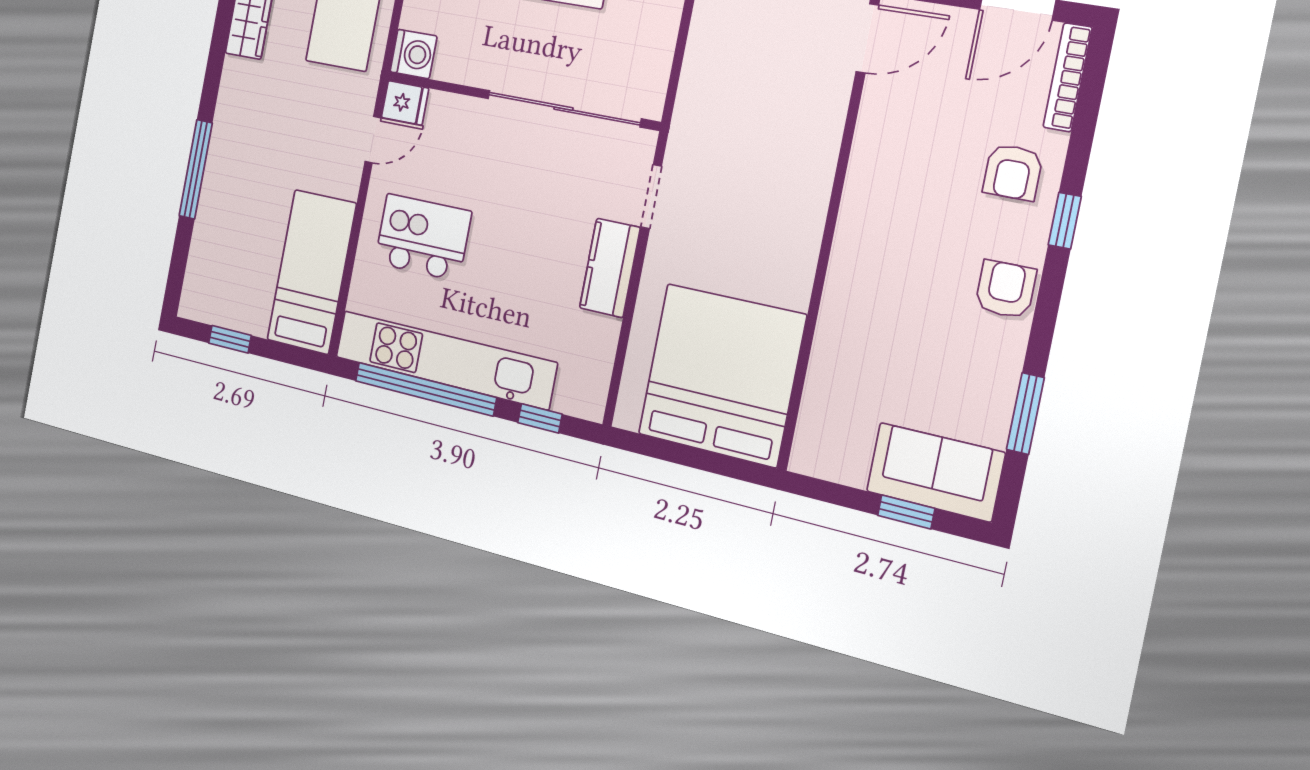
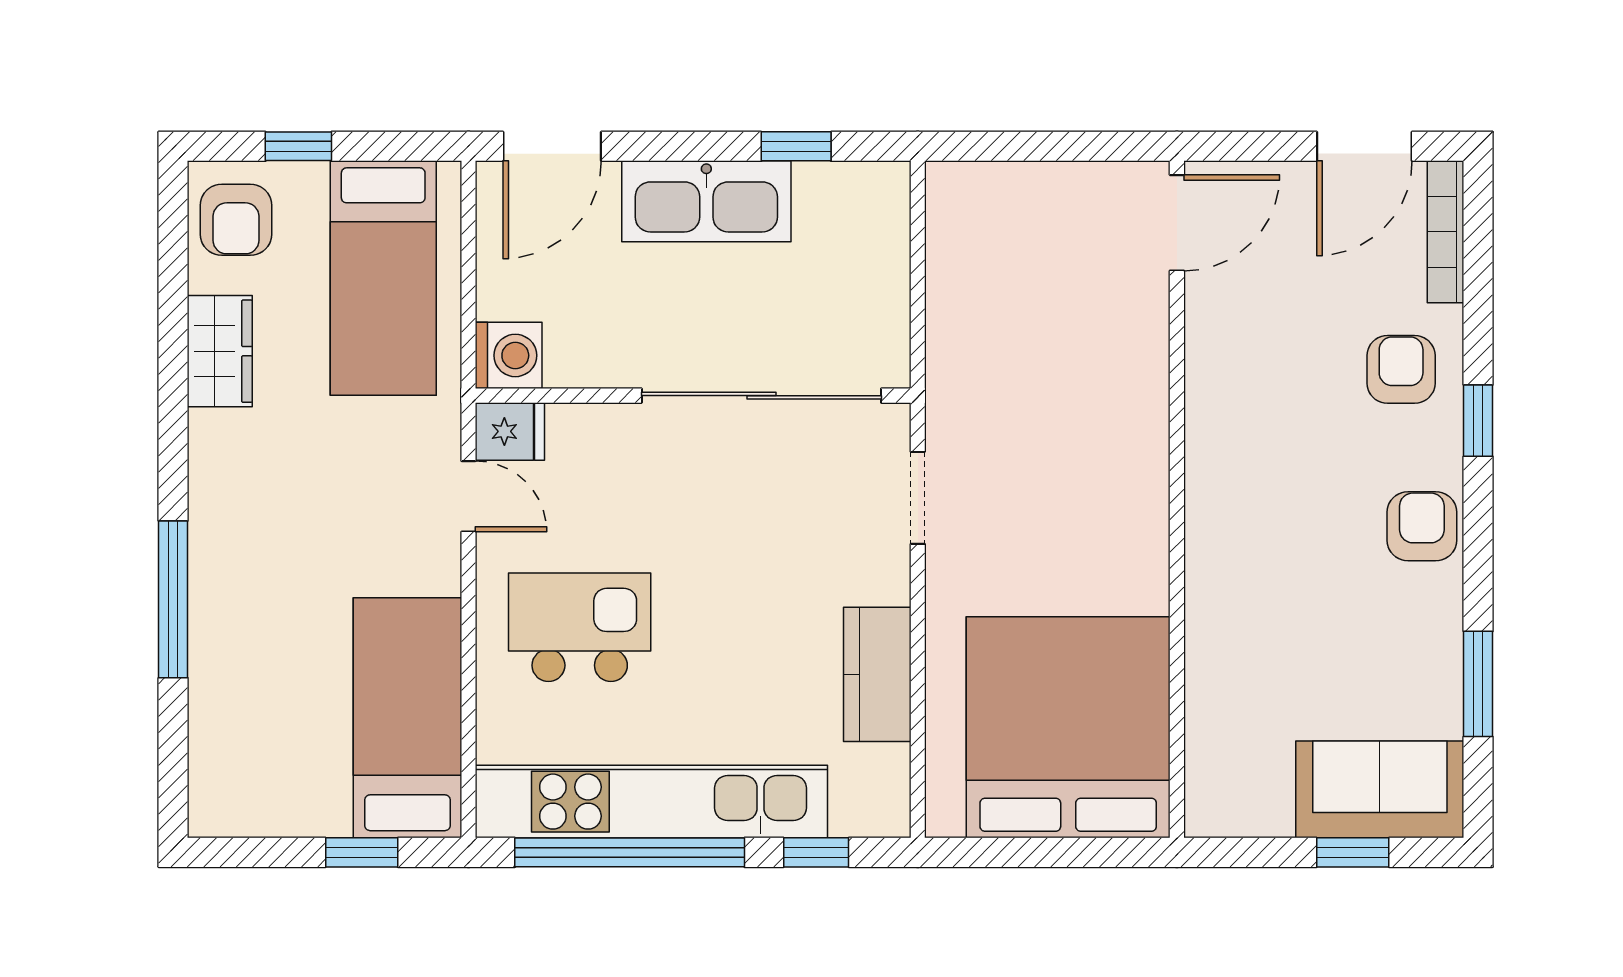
door: (373, 140) -> (469, 496), hinge flipped
armchair: (1013, 172) -> (1401, 369), turned 180
kitchen counter: (610, 268) -> (877, 674), moved
window: (230, 339) -> (362, 852), moved

